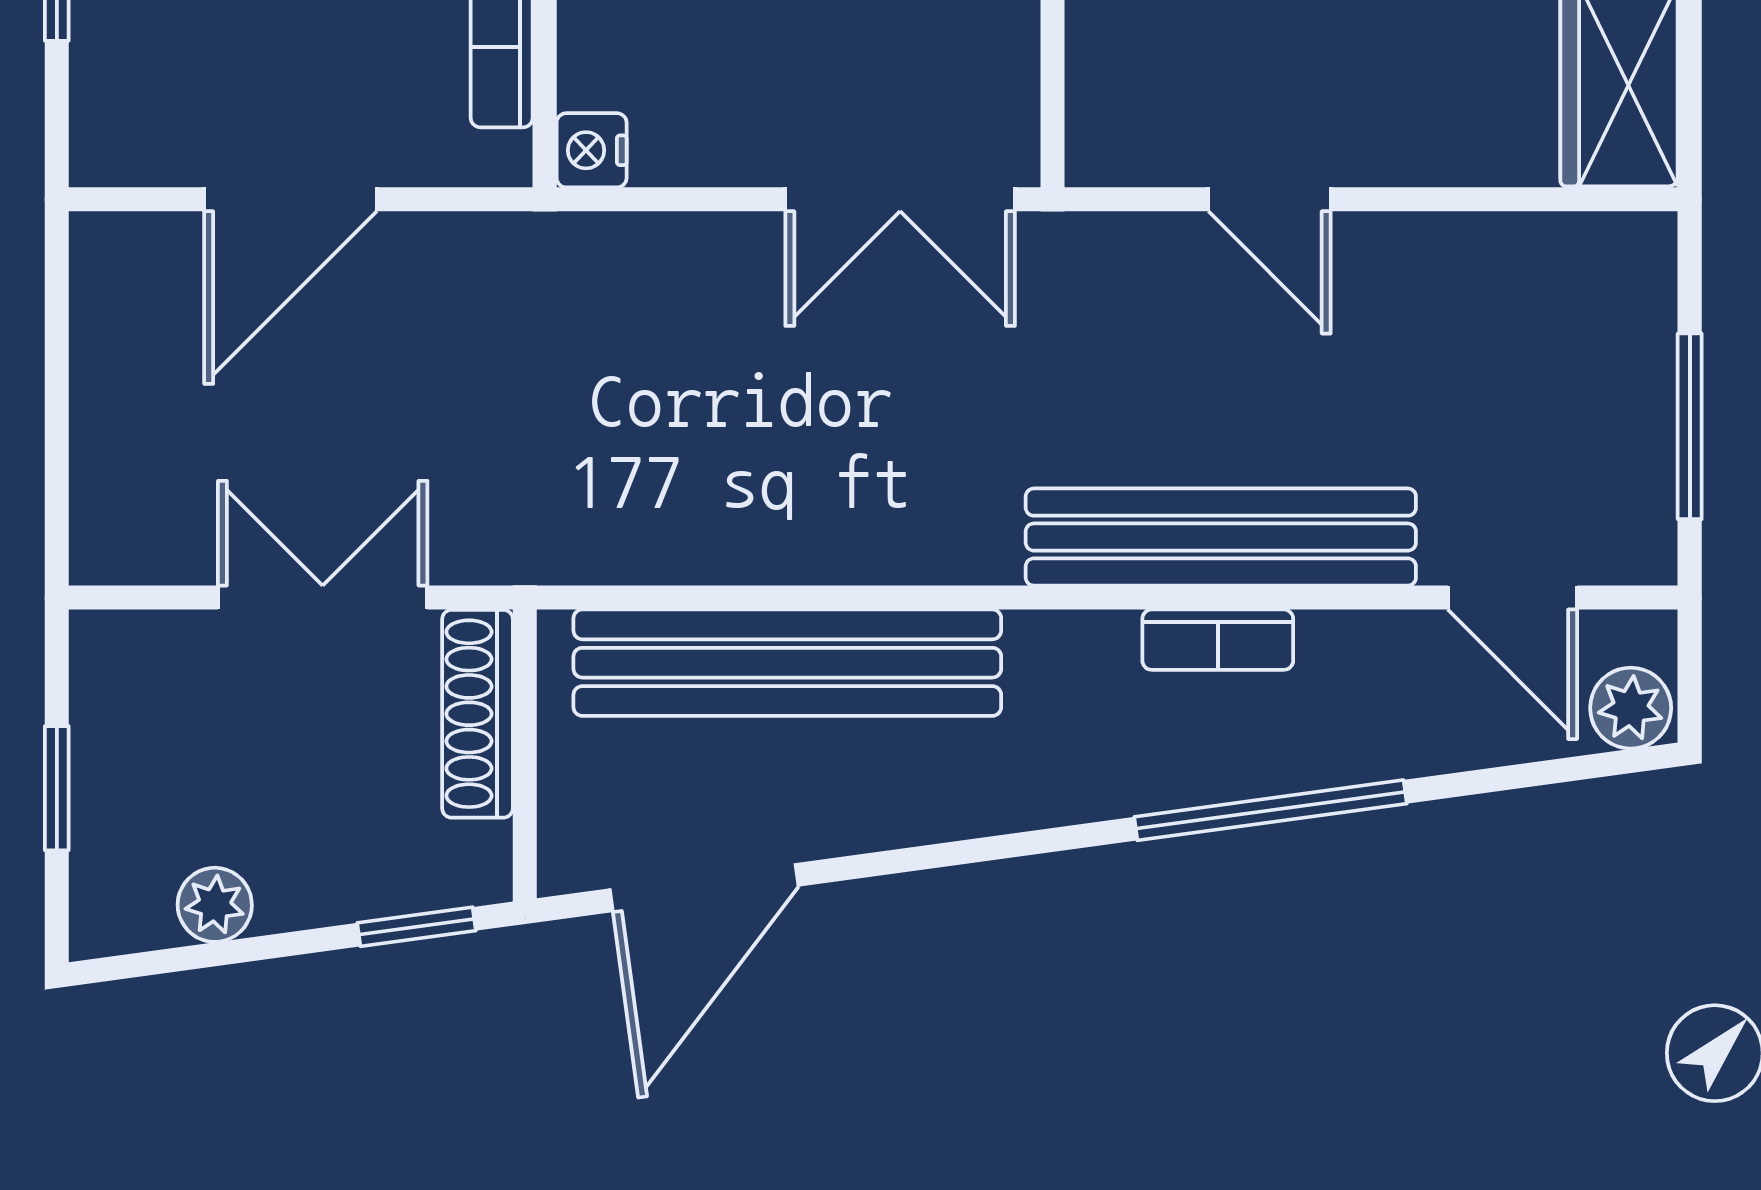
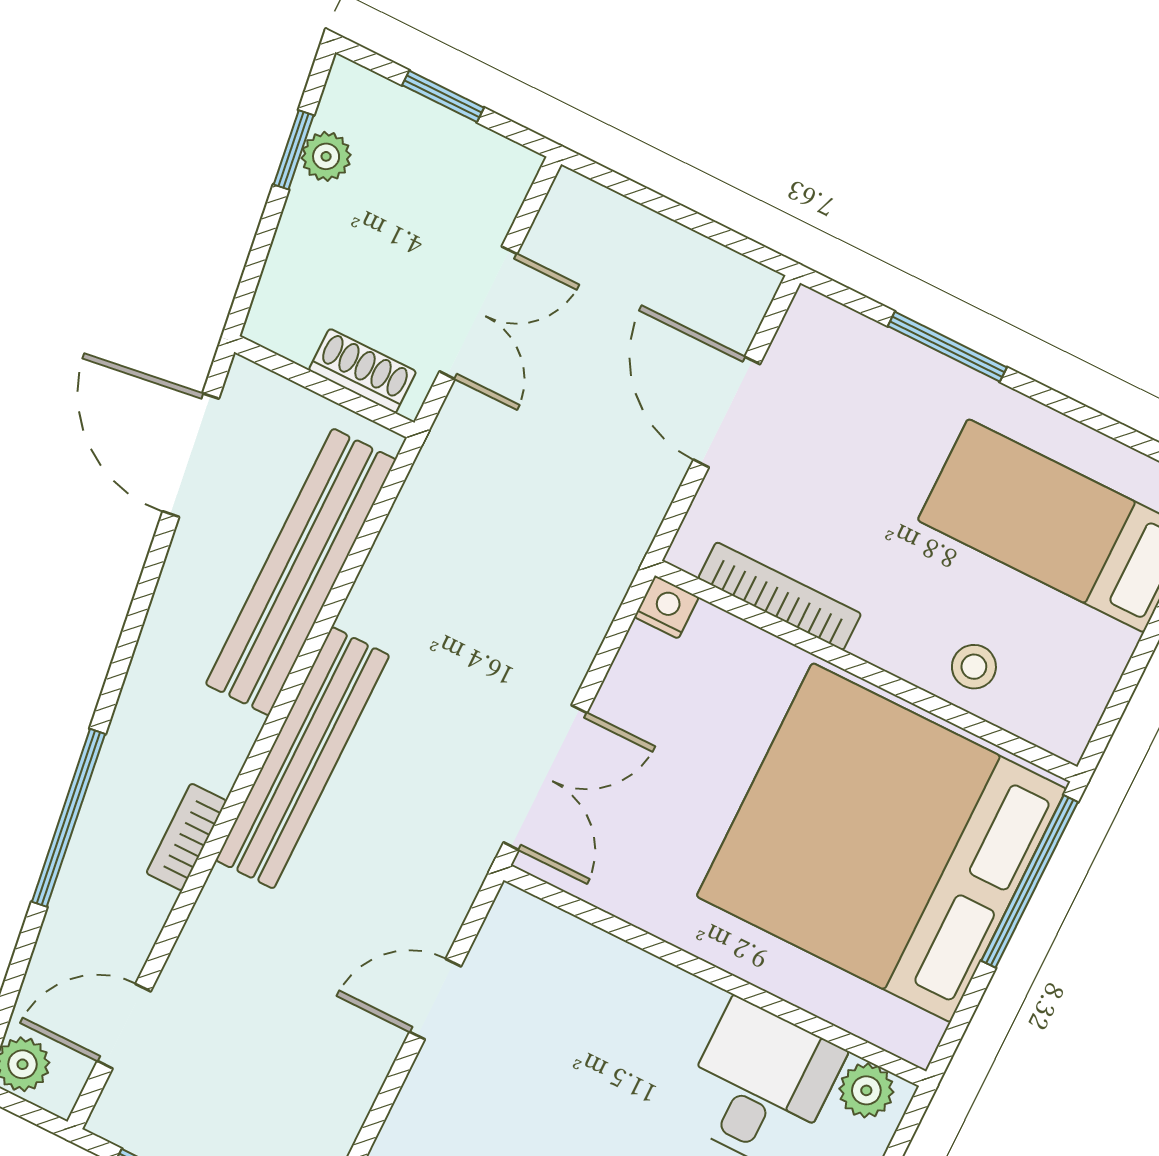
double door: (900, 199) -> (545, 778), swing flipped
bench: (1221, 537) -> (303, 758), moved
shoe rack: (477, 714) -> (362, 371), width x0.70
window: (417, 927) -> (294, 150), moved

